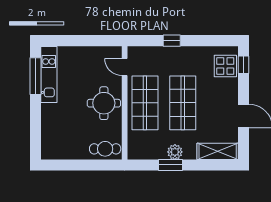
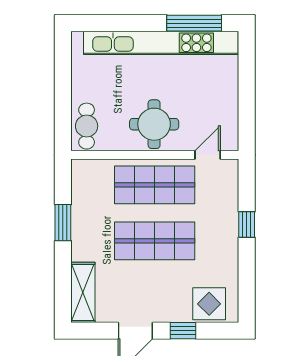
window: (244, 65) -> (183, 331), moved
kitchen unit: (49, 74) -> (161, 43), width x1.86
plant: (175, 152) -> (82, 229), removed

